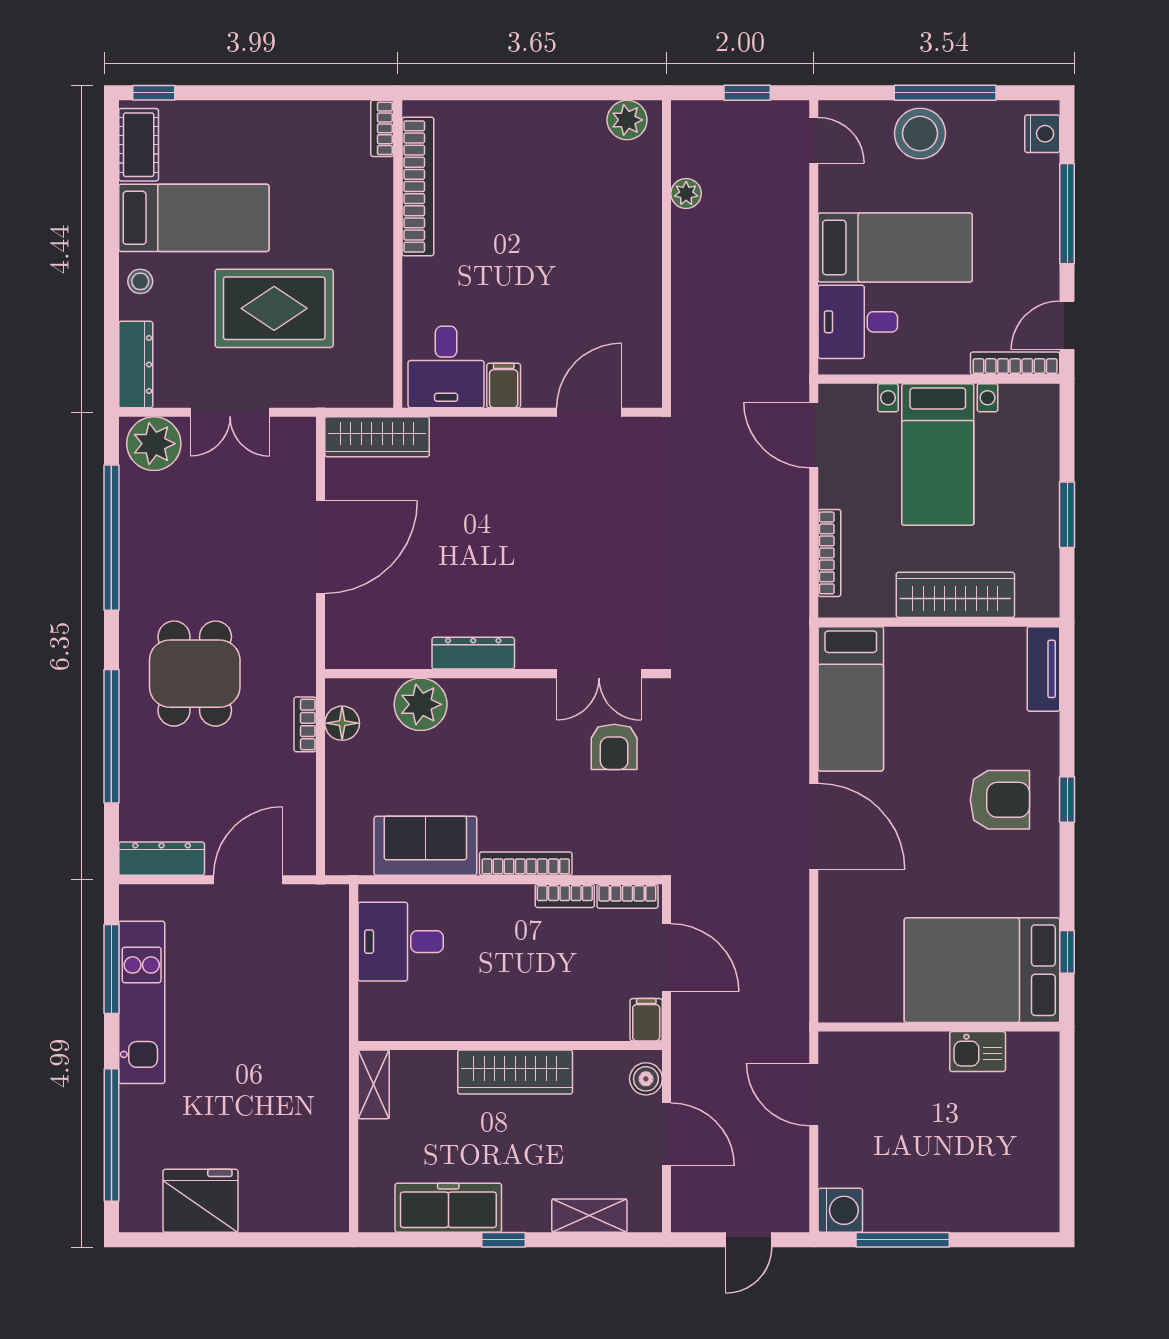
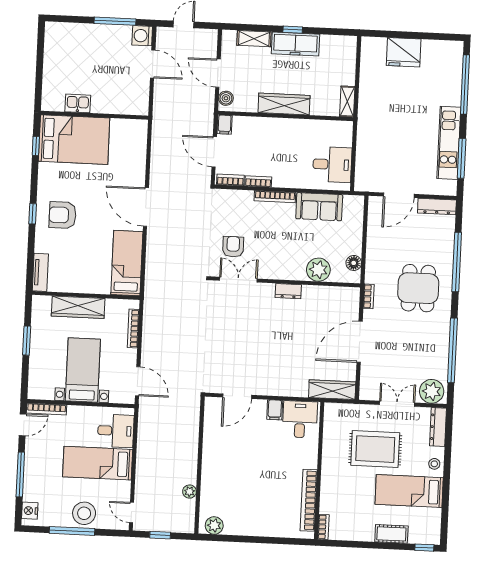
cot: (139, 145) -> (391, 534), moved, turned 90
dresser: (473, 653) -> (288, 291), width x0.70
bookcase: (305, 724) -> (369, 296), moved
door: (814, 1095) -> (153, 64), moved
fridge: (200, 1201) -> (404, 52), moved
freezer: (448, 1208) -> (295, 44), moved

